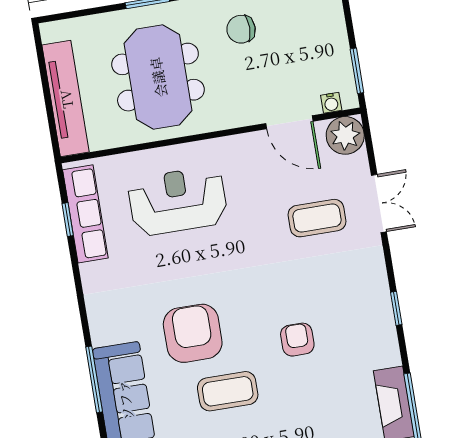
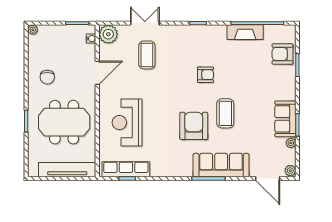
door: (289, 122) -> (97, 73), moved
armchair: (193, 333) -> (194, 126), turned 90
armchair: (297, 340) -> (205, 75), turned 180

